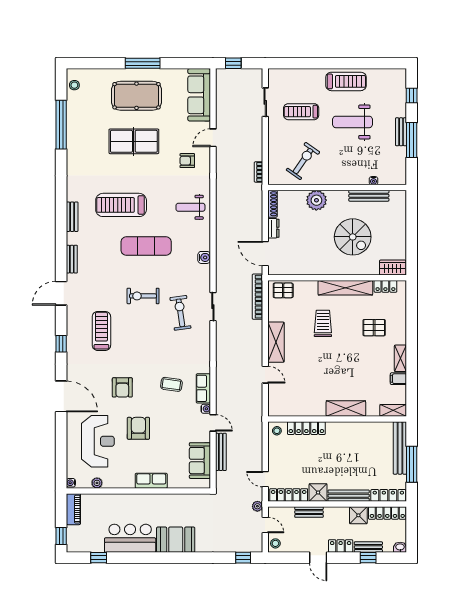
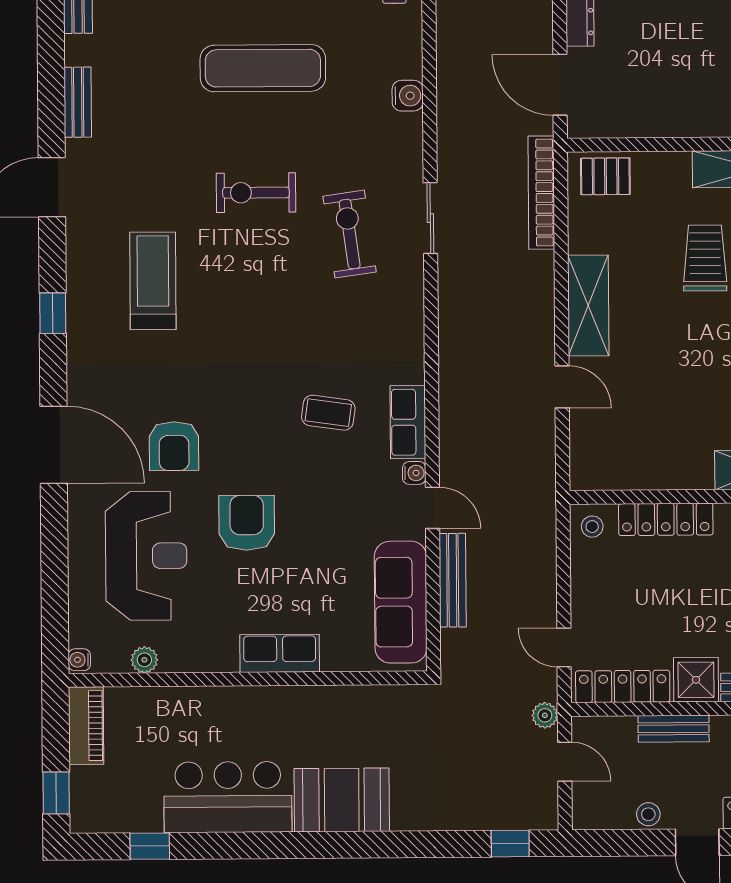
armchair: (122, 387) -> (174, 446), moved
sofa: (200, 461) -> (401, 602), width x1.36
stool: (275, 543) -> (648, 814), moved

